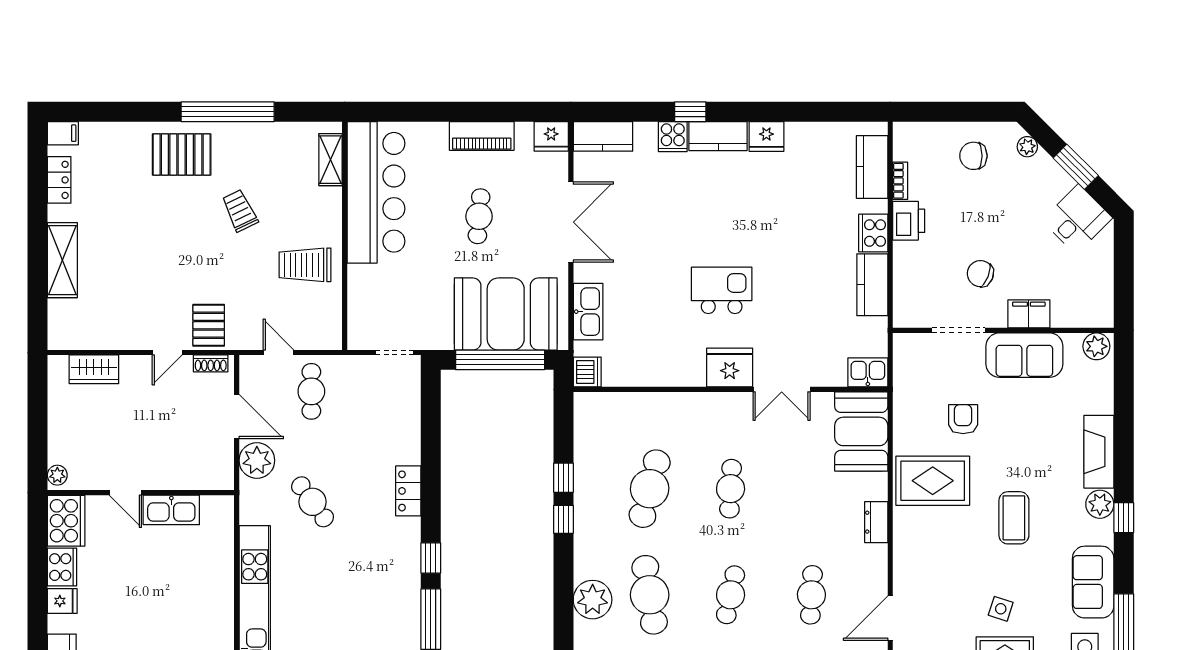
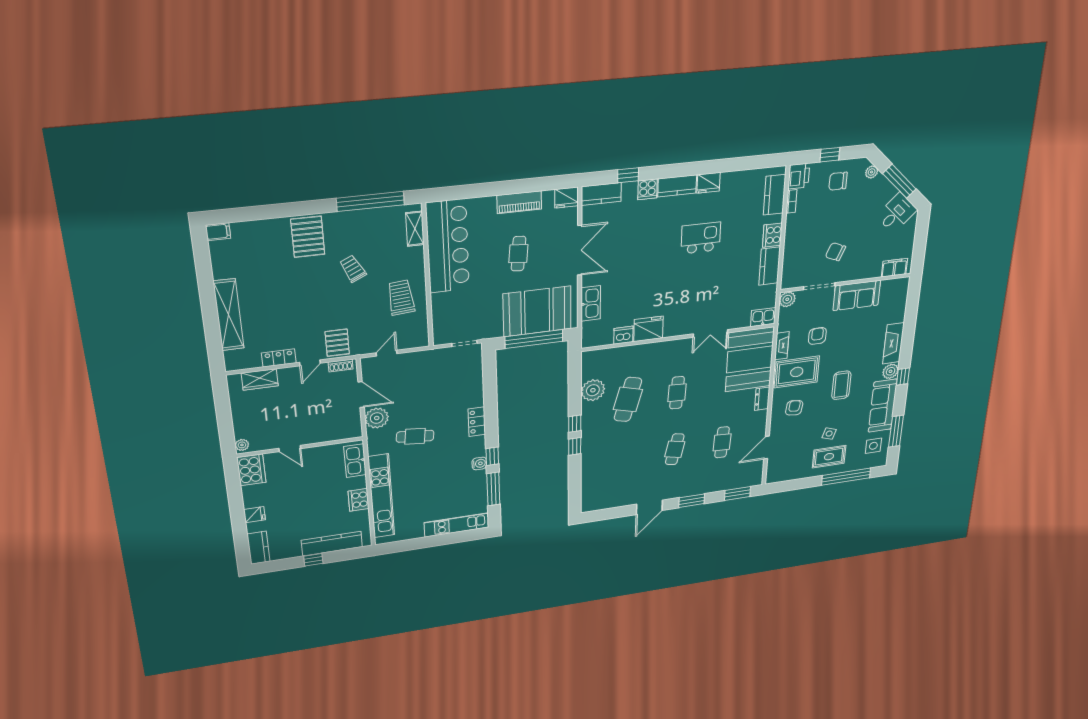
window: (228, 112) -> (370, 201), moved
window: (690, 112) -> (628, 175), moved
window: (956, 112) -> (830, 155), added
pallet: (182, 155) -> (308, 237), turned 90
window: (1076, 167) -> (899, 181), width x1.44
locker: (59, 180) -> (279, 358), moved, turned -90
printer: (909, 221) -> (799, 176), moved
shelving: (62, 260) -> (229, 315), width x1.47
trolley: (305, 265) -> (401, 298), turned 85
kitchen island: (722, 290) -> (701, 238), moved
filing cabinet: (1029, 314) -> (894, 268), moved
plant: (1096, 346) -> (787, 299), moved
door: (279, 353) -> (387, 353), hinge flipped
fridge: (730, 368) -> (648, 329), moved
dishwasher: (587, 372) -> (623, 335), moved, turned -90
cafe table: (311, 391) -> (410, 373), removed
fireplace: (903, 429) -> (782, 346), added
booth: (861, 431) -> (750, 359), width x1.36, depth x1.42
window: (563, 478) -> (575, 446), moved
cafe table: (313, 502) -> (415, 436), turned -48
kitchen sink: (171, 510) -> (355, 461), moved, turned 90
armchair: (934, 548) -> (794, 408), added
cooker: (62, 567) -> (359, 500), moved, turned 180
water cooler: (410, 568) -> (479, 463), added
sofa: (1093, 582) -> (883, 406), width x1.36
cafe table: (650, 595) -> (627, 456), removed
plant: (593, 600) -> (593, 390), moved

